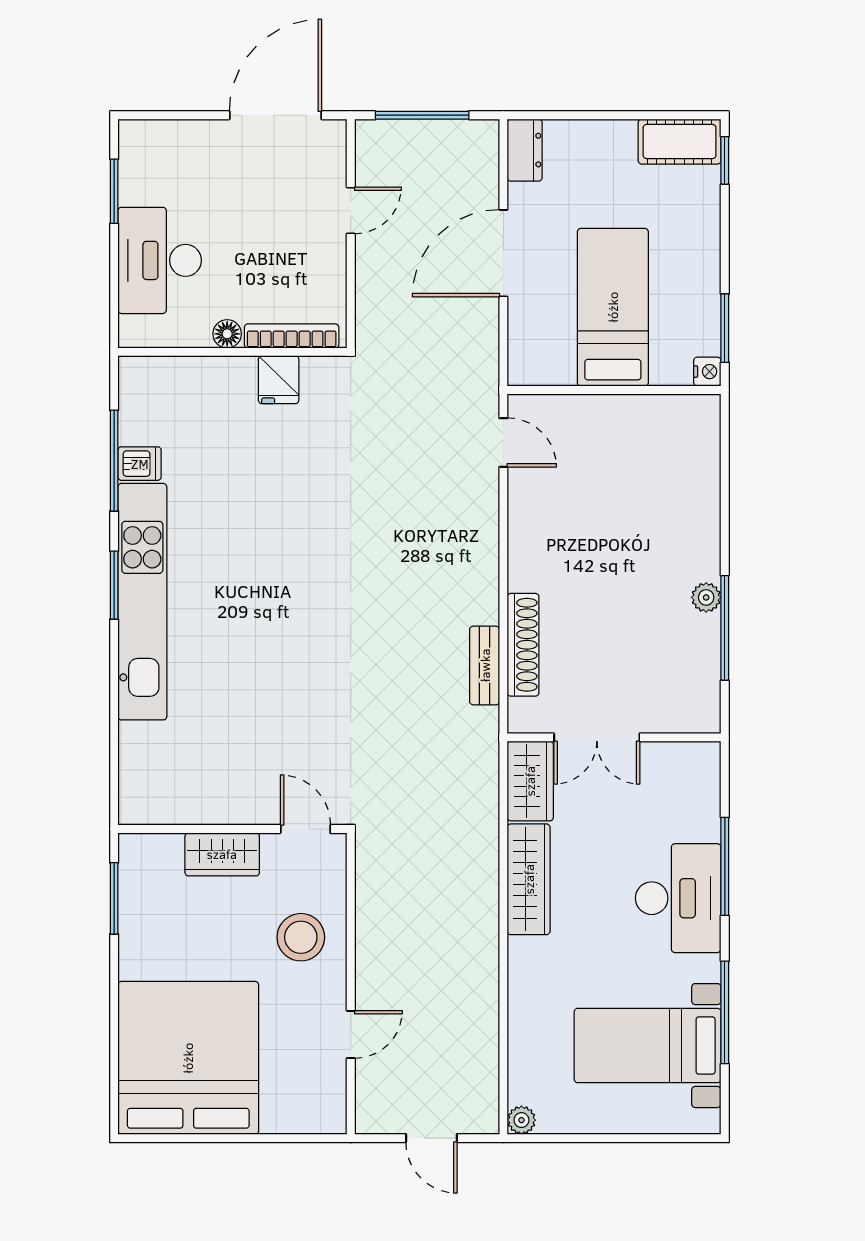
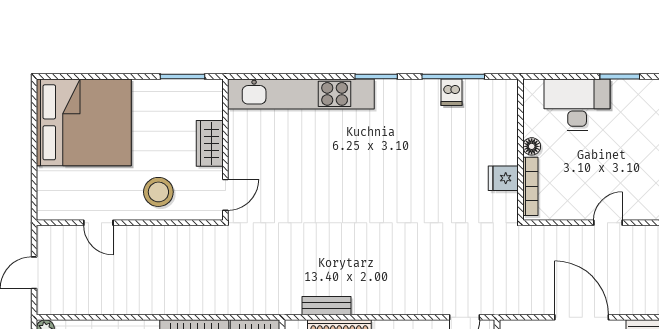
door: (351, 210) -> (608, 223), swing flipped
kitchen unit: (142, 602) -> (301, 94), moved

